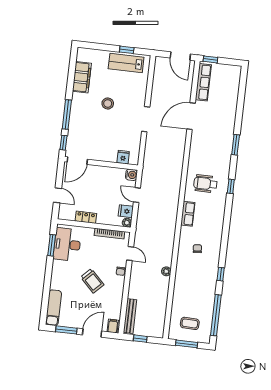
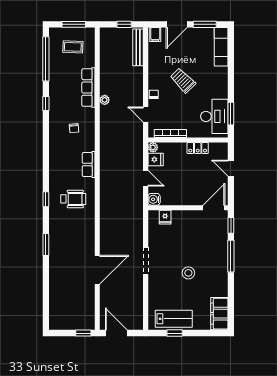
filing cabinet: (82, 77) -> (219, 314), moved
row of seats: (203, 82) -> (88, 87), moved

